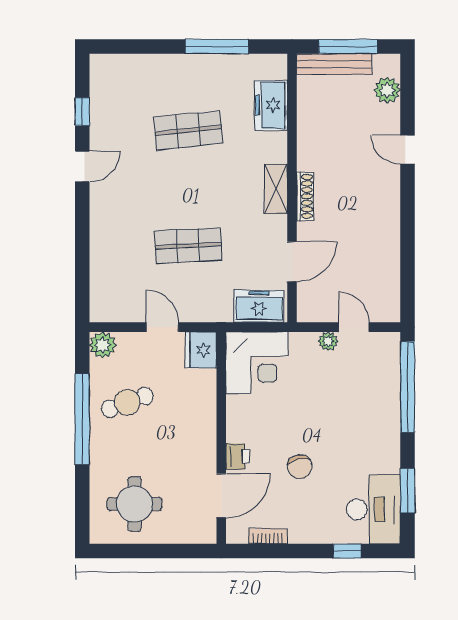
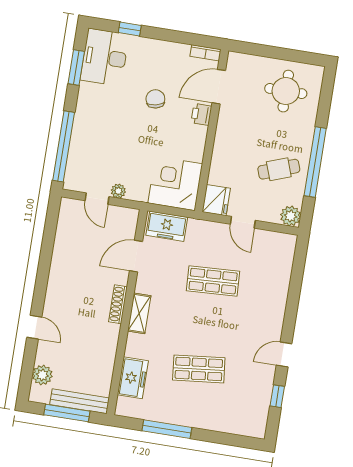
bookcase: (268, 536) -> (206, 53), moved

